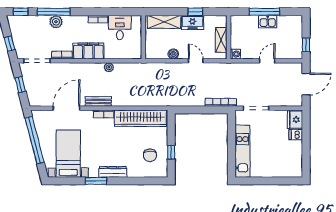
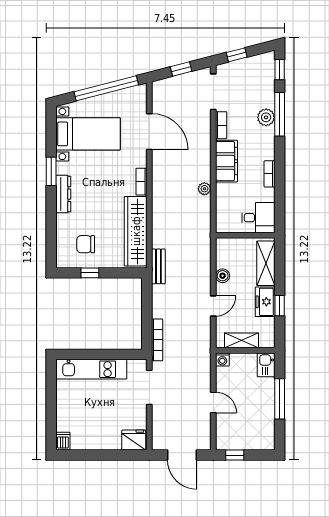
kitchen sink: (268, 22) -> (266, 365), moved
desk: (120, 27) -> (258, 218), moved
bench: (98, 101) -> (158, 266), moved
dishwasher: (296, 135) -> (63, 441), moved

